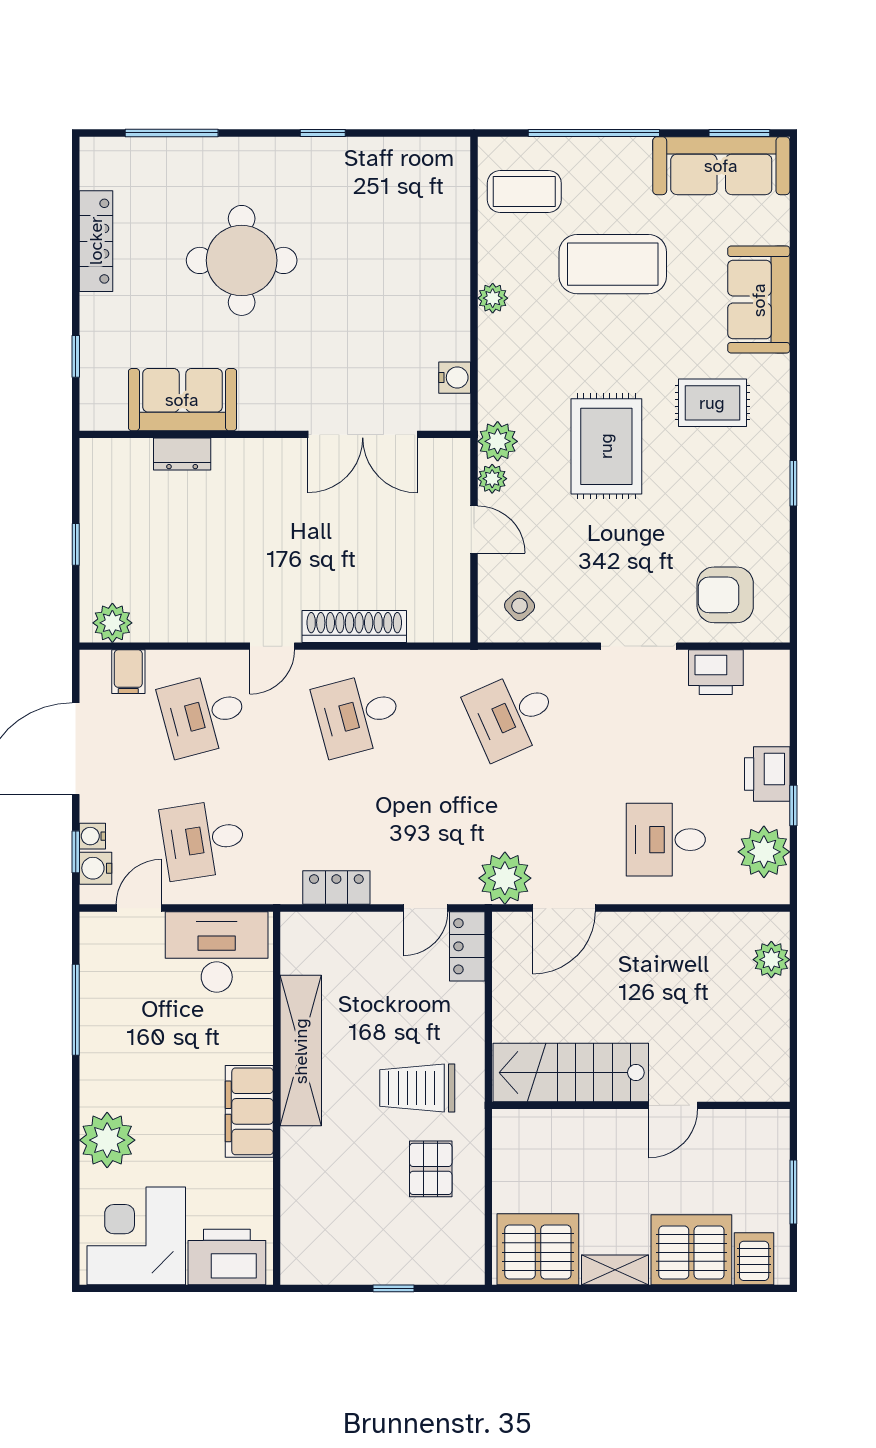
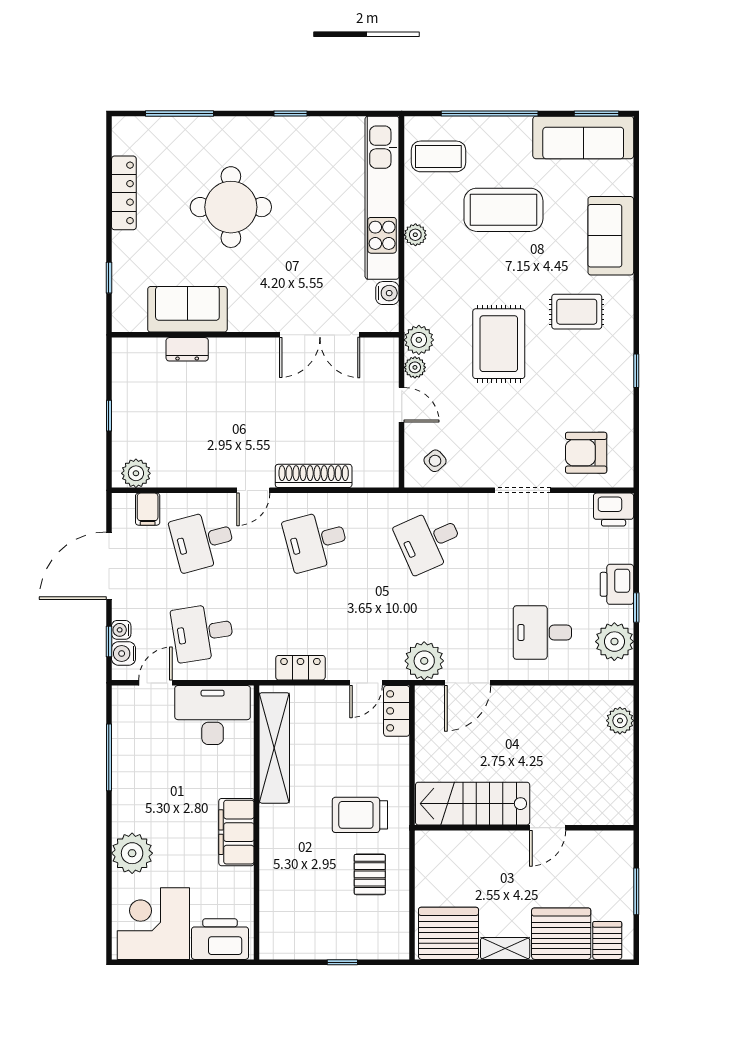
kitchen unit: (447, 248) -> (382, 198), added
printer: (716, 672) -> (614, 510), moved
shelving: (301, 1051) -> (274, 748), moved

